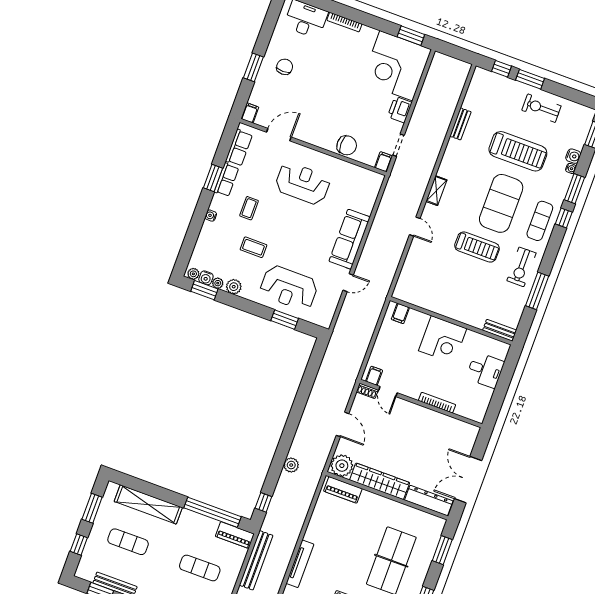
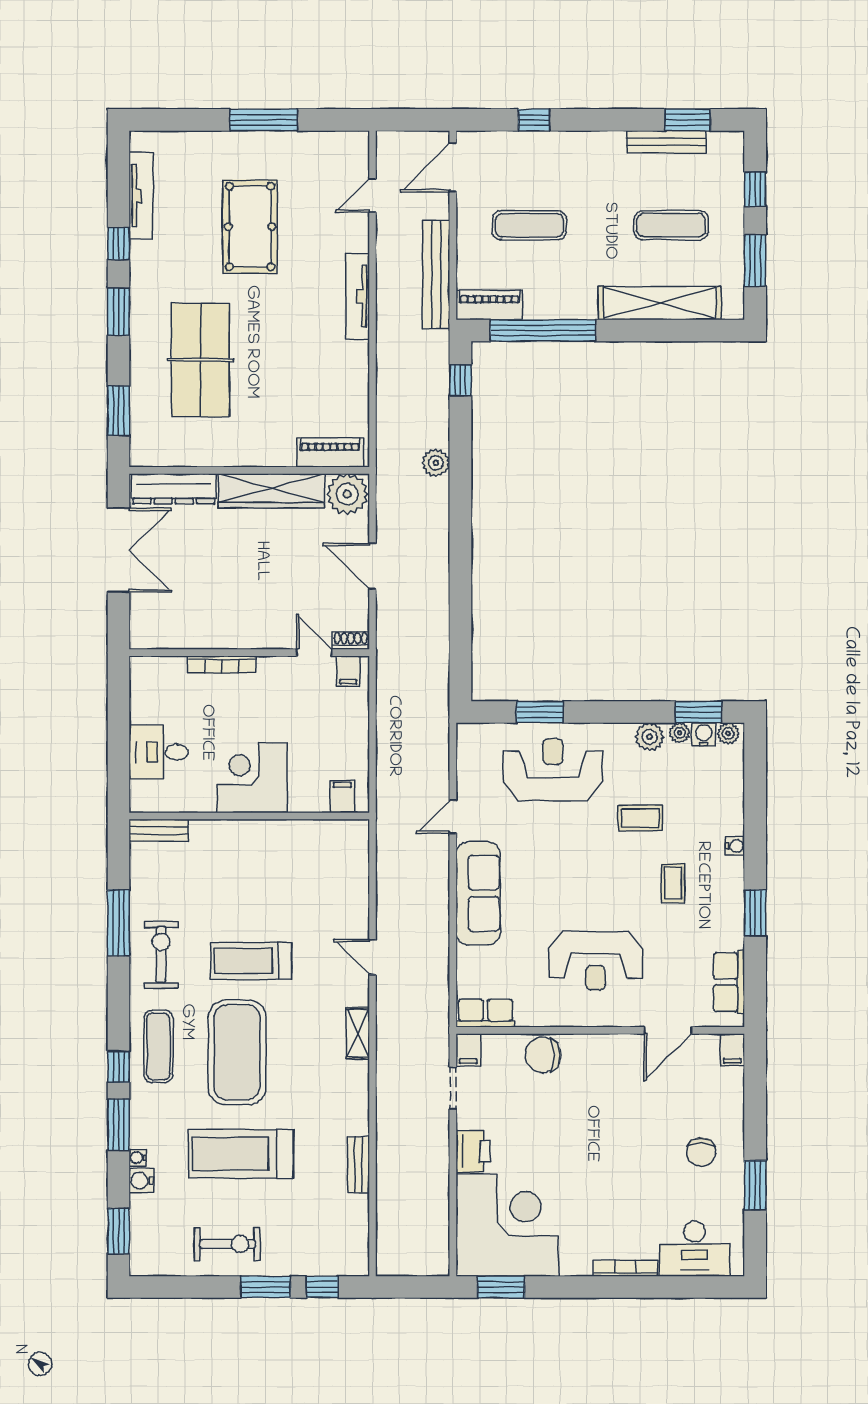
window: (253, 67) -> (755, 1185), moved
row of seats: (226, 180) -> (485, 1013), moved, turned 90

